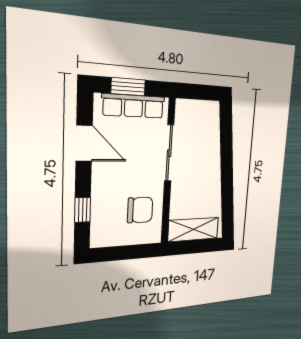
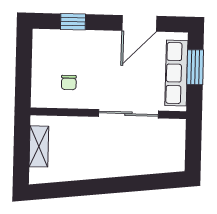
chair: (140, 210) -> (69, 83), width x0.54, depth x0.54
shelving: (193, 229) -> (39, 146), width x0.67, depth x0.75

